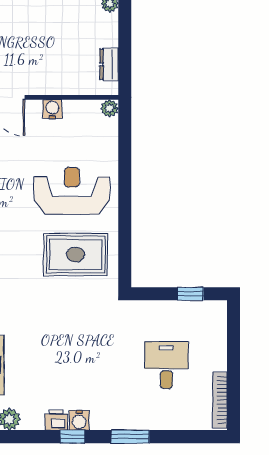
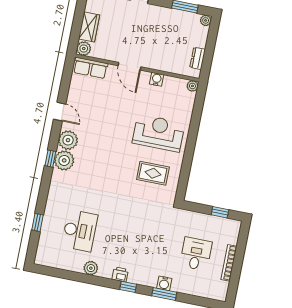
rug: (76, 255) -> (153, 173), width x0.73, depth x0.70
bookcase: (220, 400) -> (229, 263), moved
water cooler: (79, 420) -> (164, 283), moved

